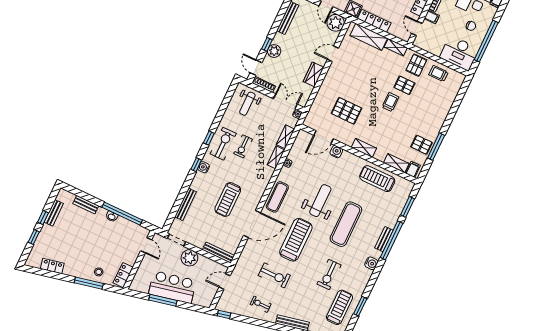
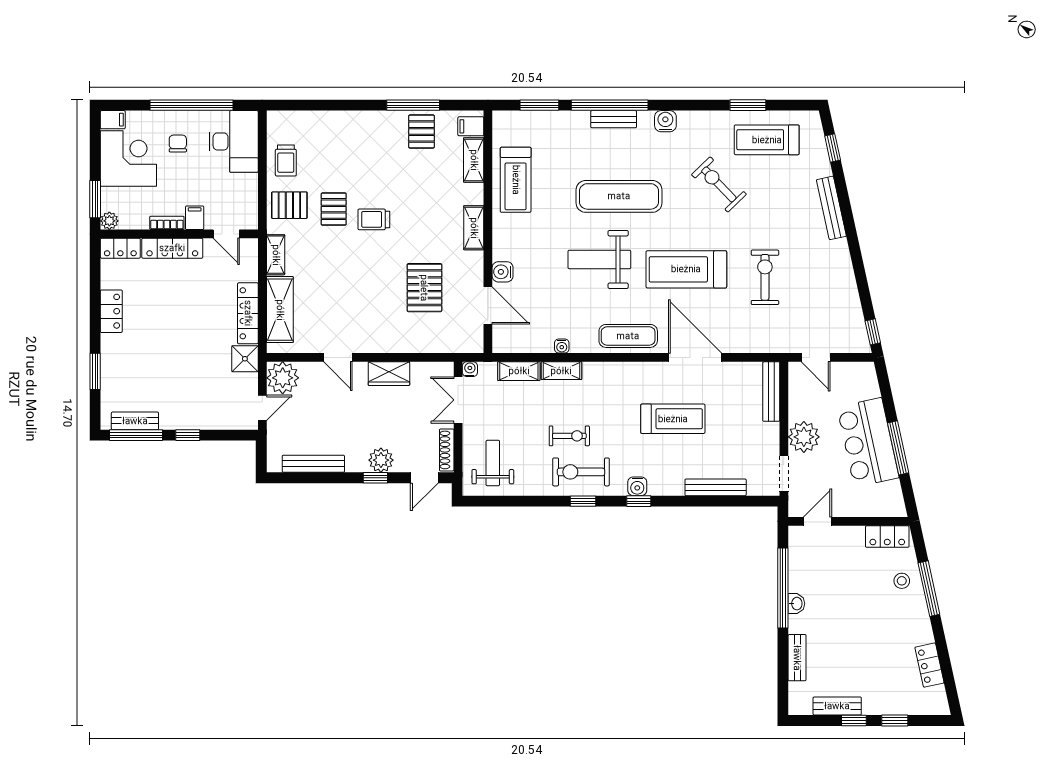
door: (417, 29) -> (226, 234), hinge flipped
weight bench: (247, 104) -> (493, 463), turned -90
exercise bike: (329, 274) -> (719, 184), turned -134
exercise bike: (261, 304) -> (825, 277), removed

